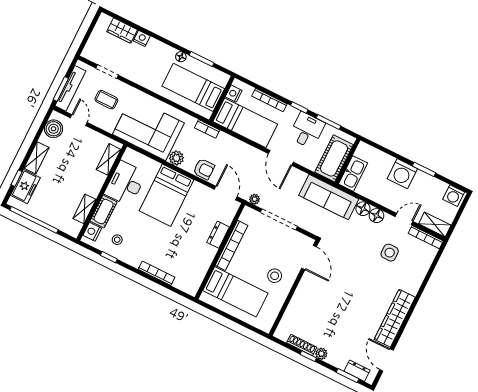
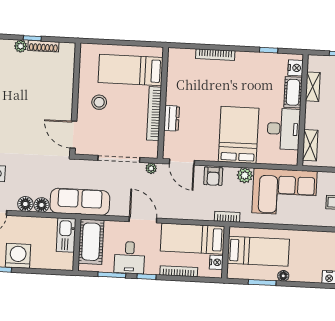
armchair: (204, 169) -> (213, 176), turned -90
stool: (117, 240) -> (268, 71), removed

